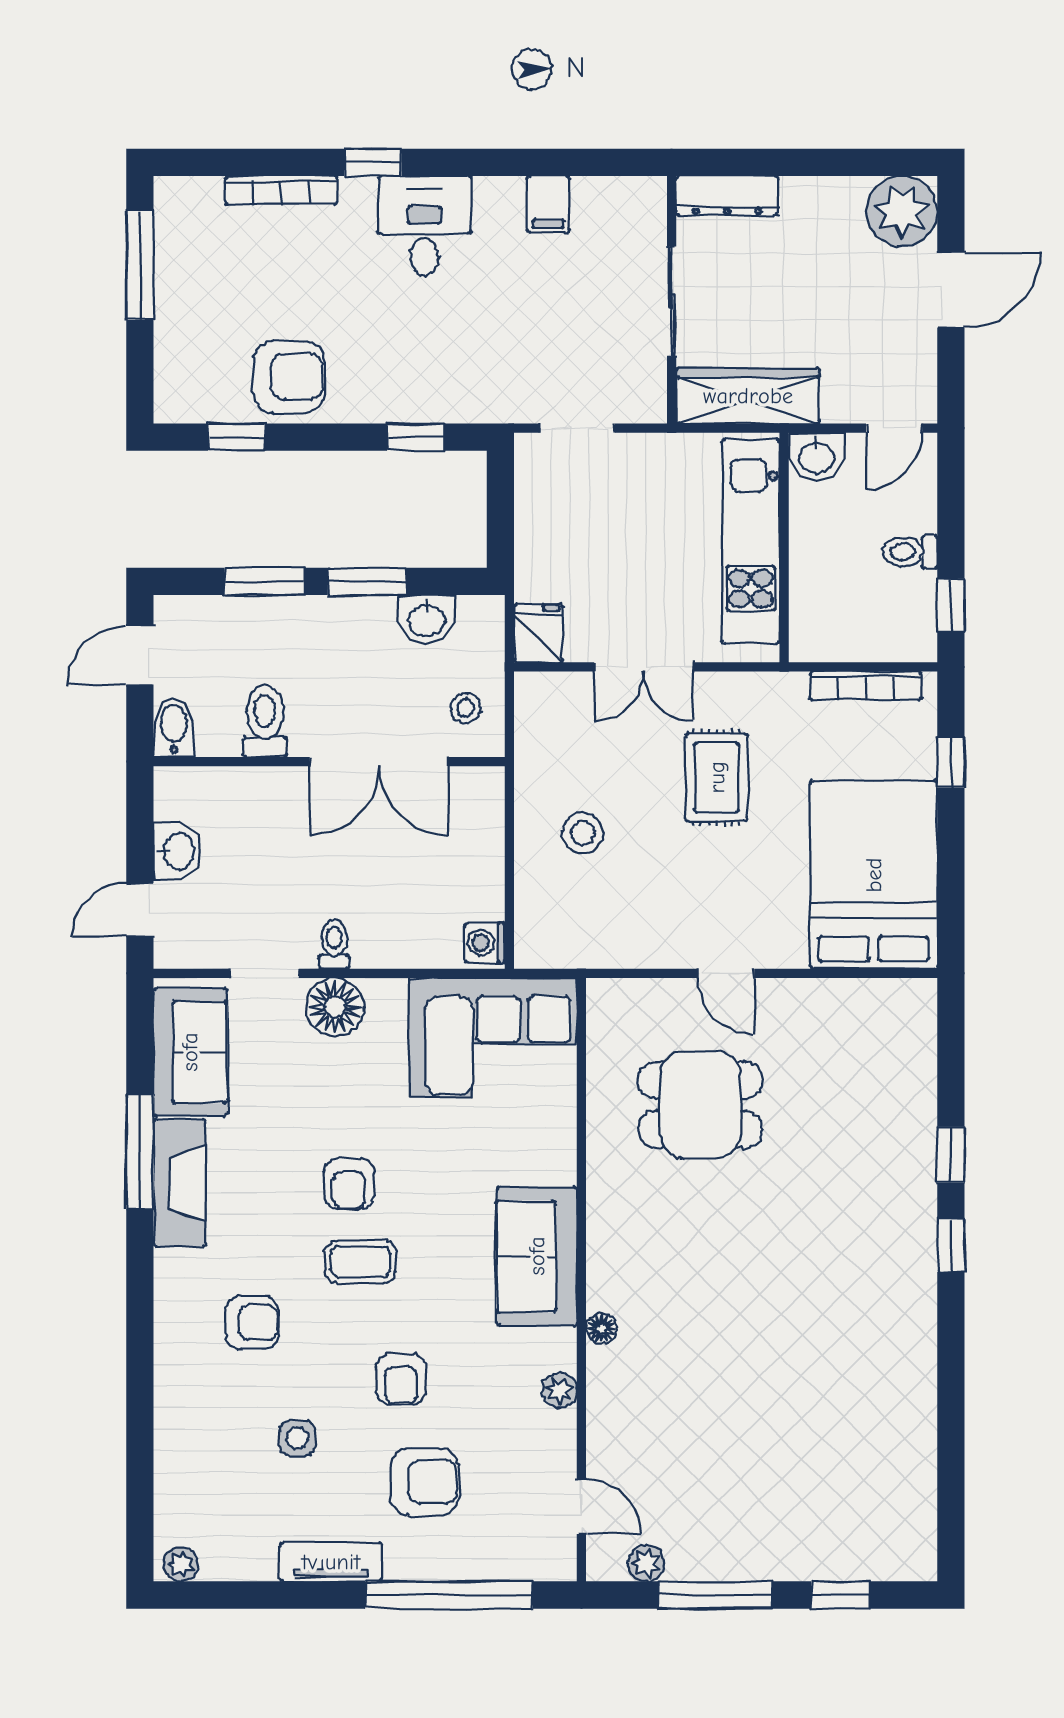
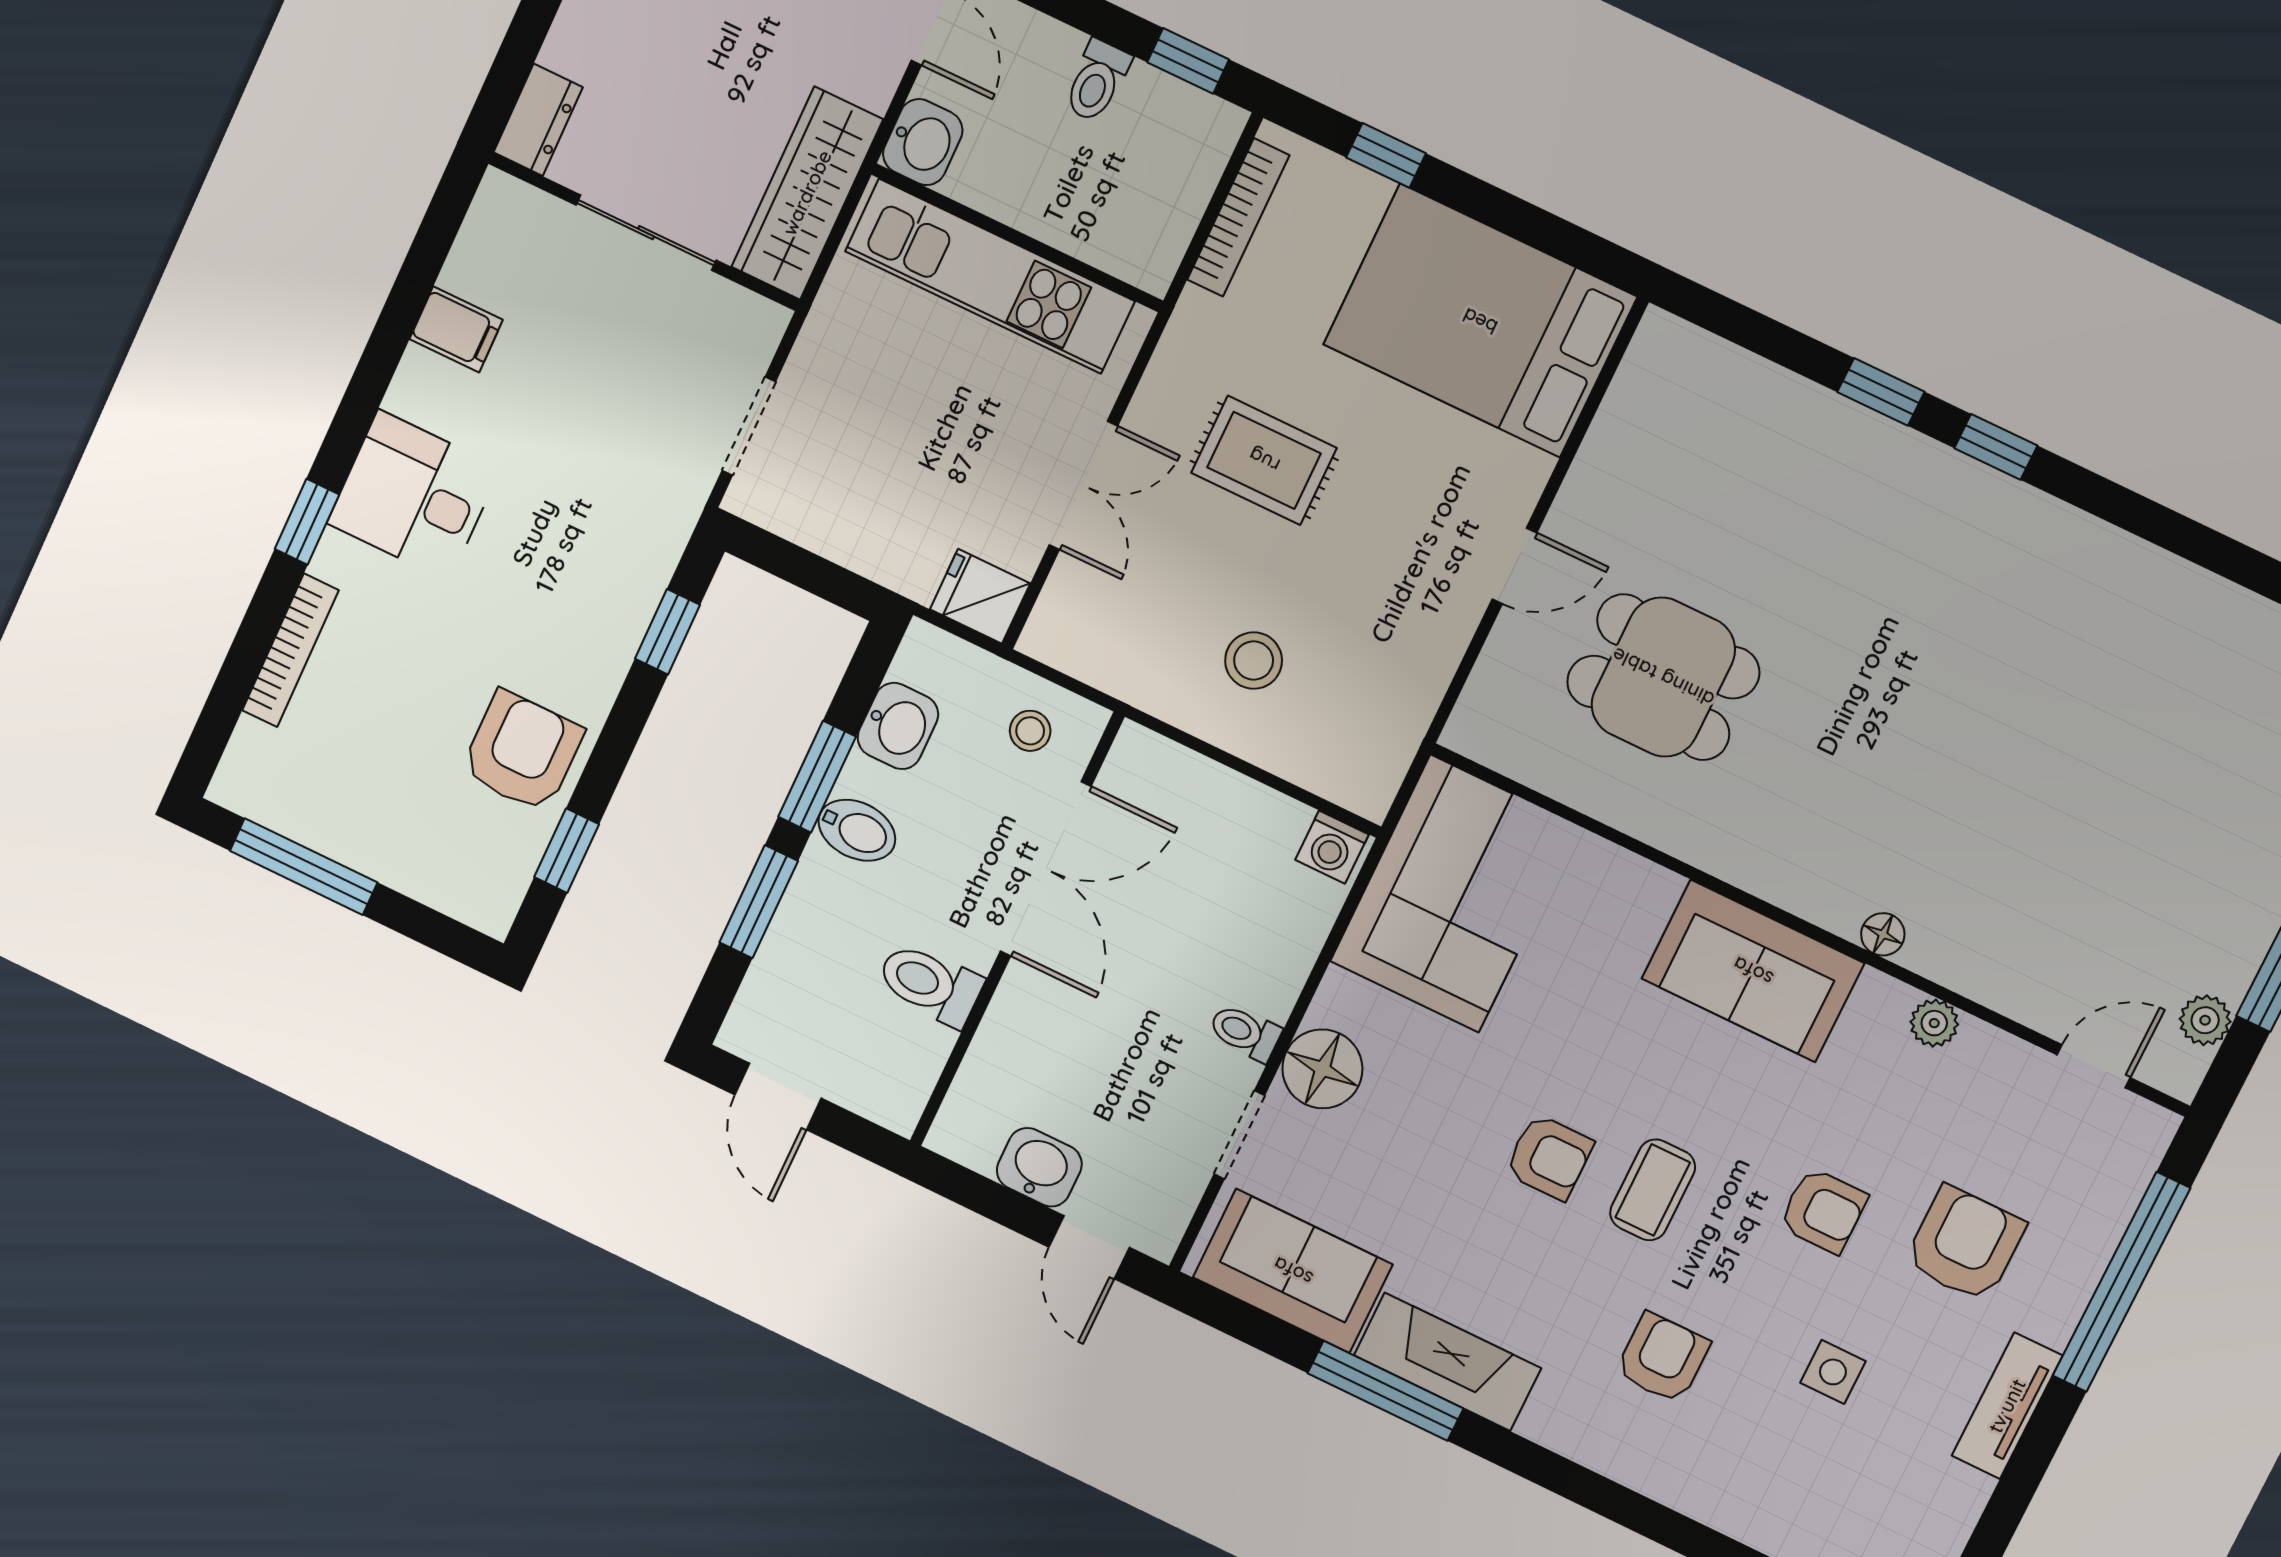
dresser: (727, 196) -> (538, 120), width x0.70
bidet: (174, 727) -> (857, 830), moved, turned 180
dining table: (700, 1105) -> (1663, 677), turned 90

